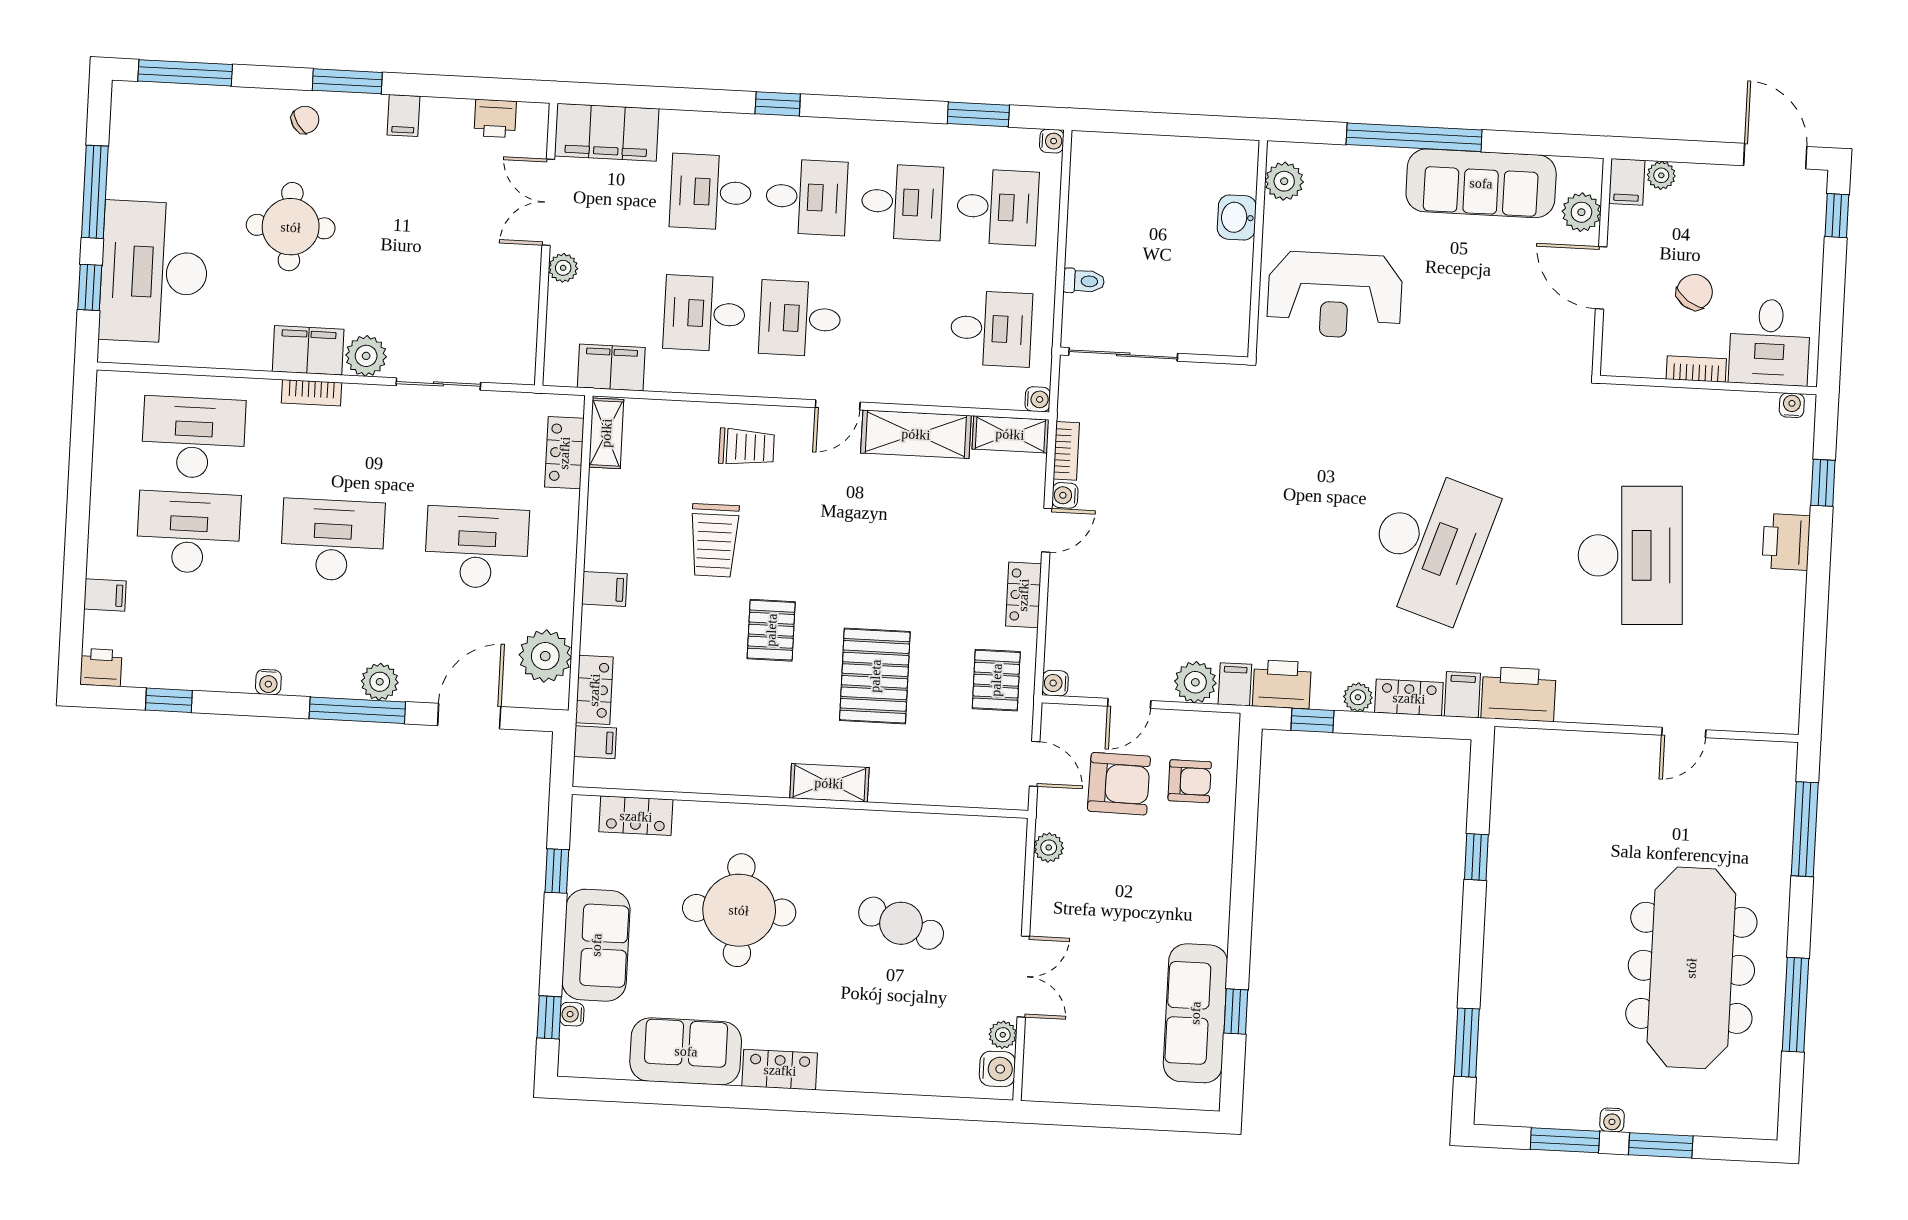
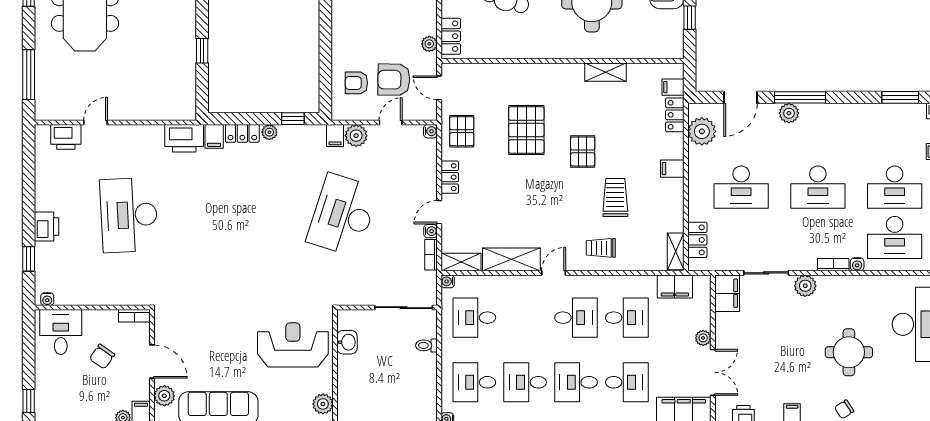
washbasin: (1237, 217) -> (347, 342), moved
filing cabinet: (308, 350) -> (727, 293), moved, turned -90
bookcase: (1696, 369) -> (134, 316), moved
desk: (1429, 545) -> (343, 215), moved
water cooler: (268, 682) -> (857, 264), moved, turned 180
printer: (1282, 684) -> (66, 137), moved
window: (169, 700) -> (900, 97), width x1.50
shelving: (829, 783) -> (606, 72), moved
locker: (636, 816) -> (451, 36), moved, turned 90

